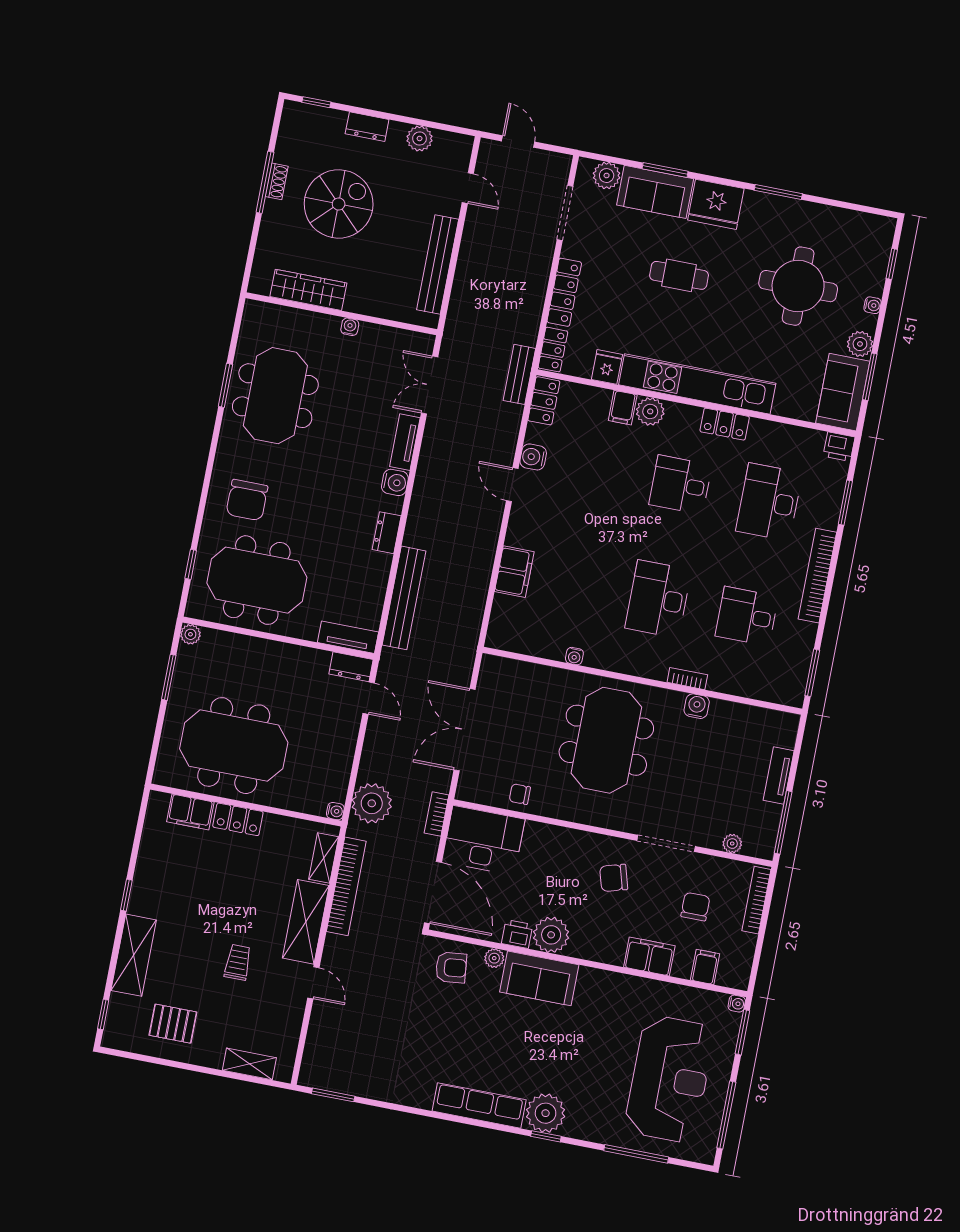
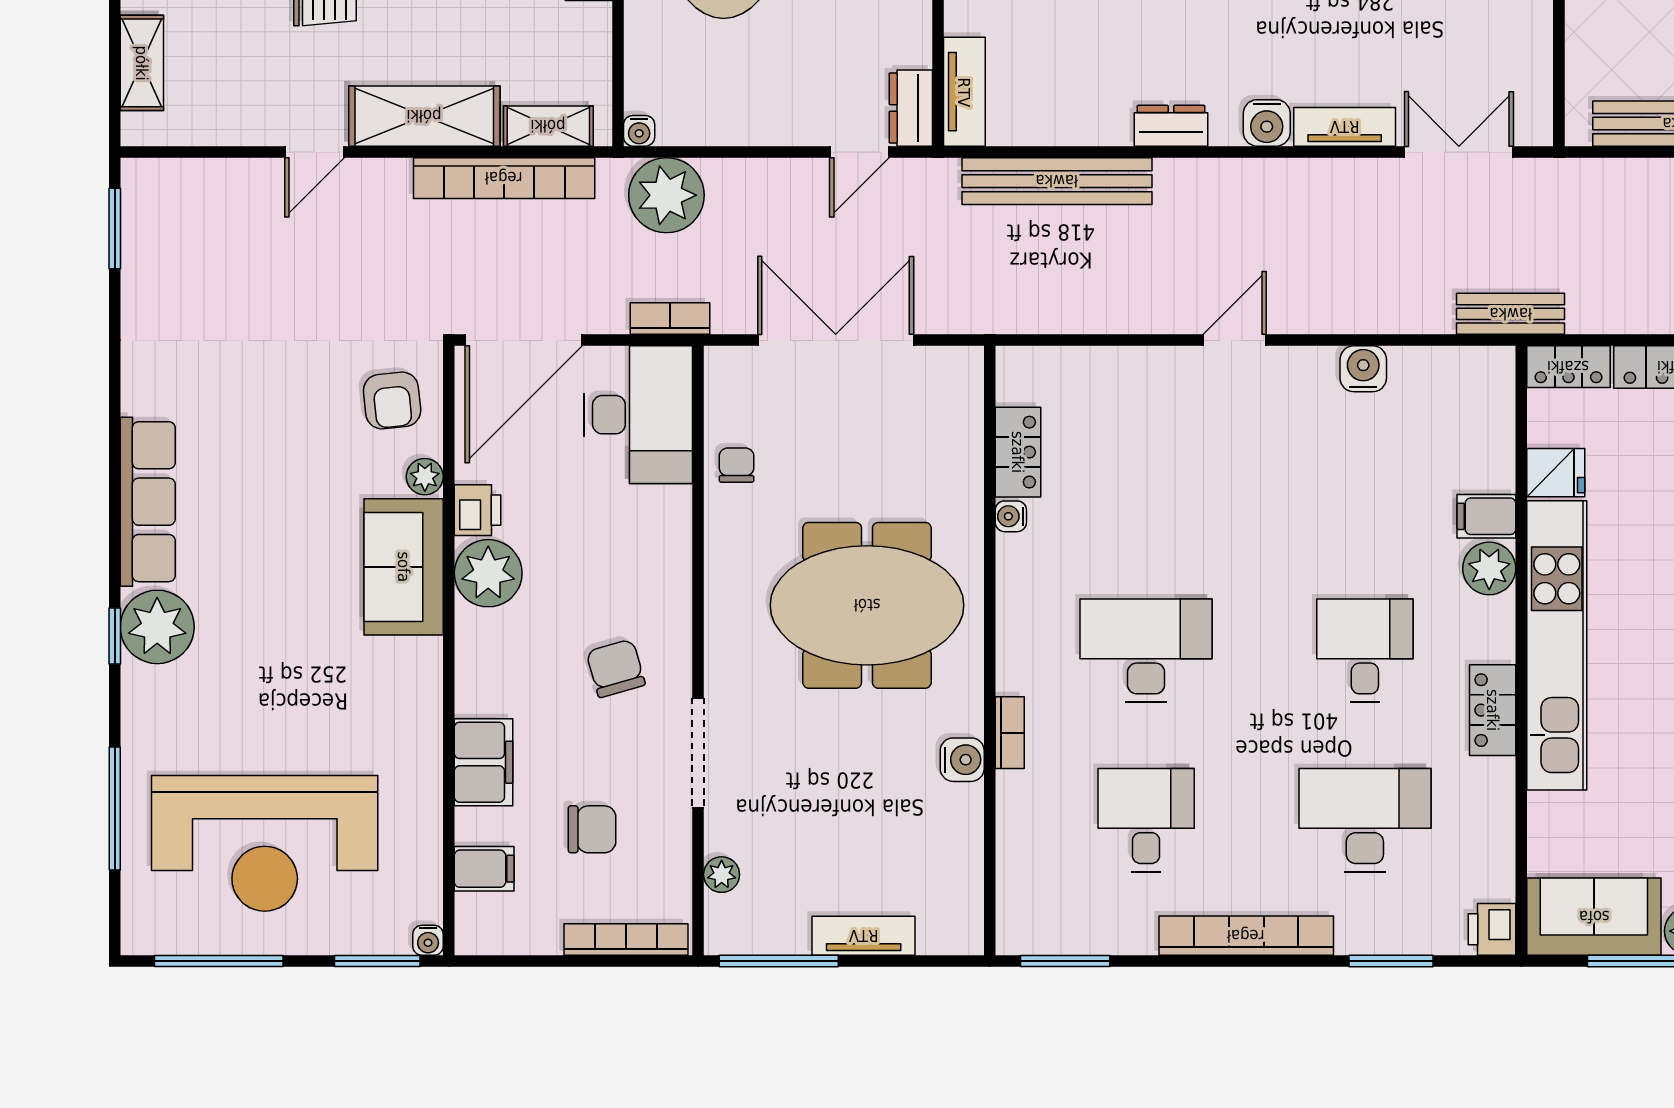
locker: (544, 401) -> (1018, 452), moved, turned -90
door: (512, 485) -> (1235, 340), moved
filing cabinet: (514, 572) -> (1145, 375), removed

